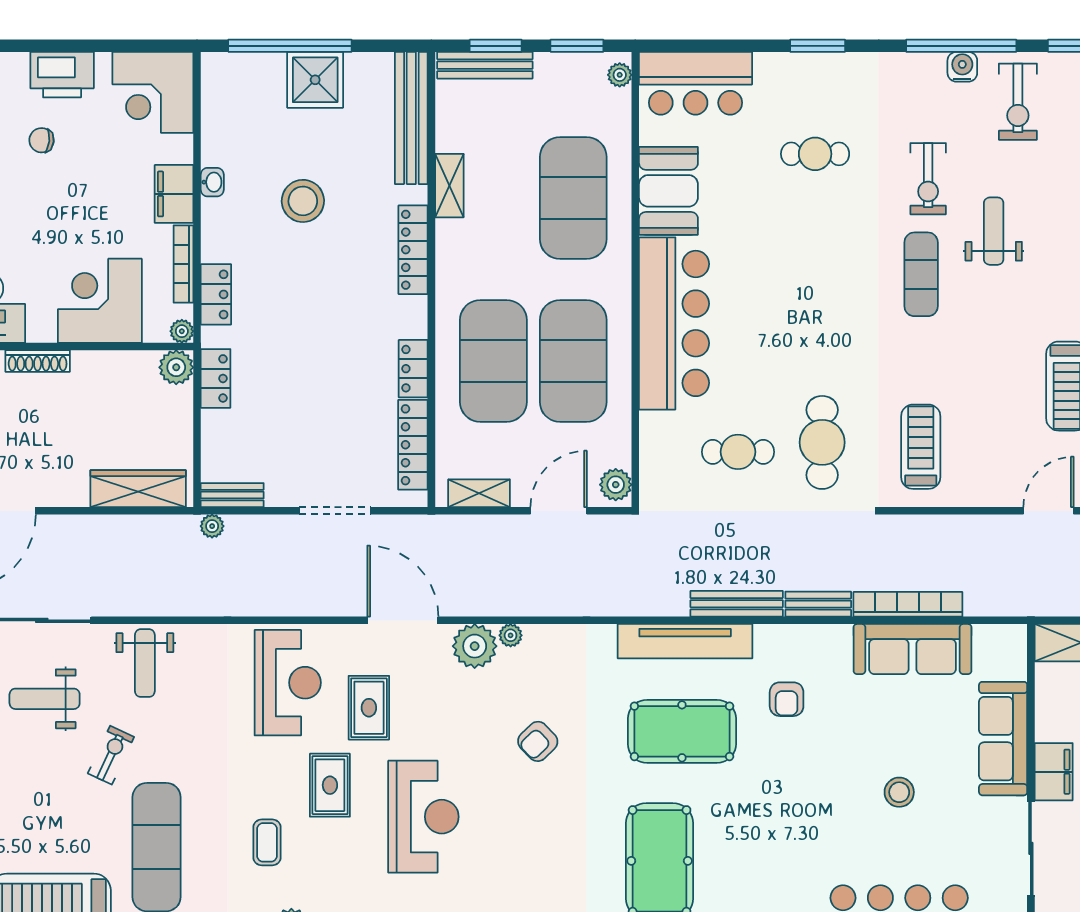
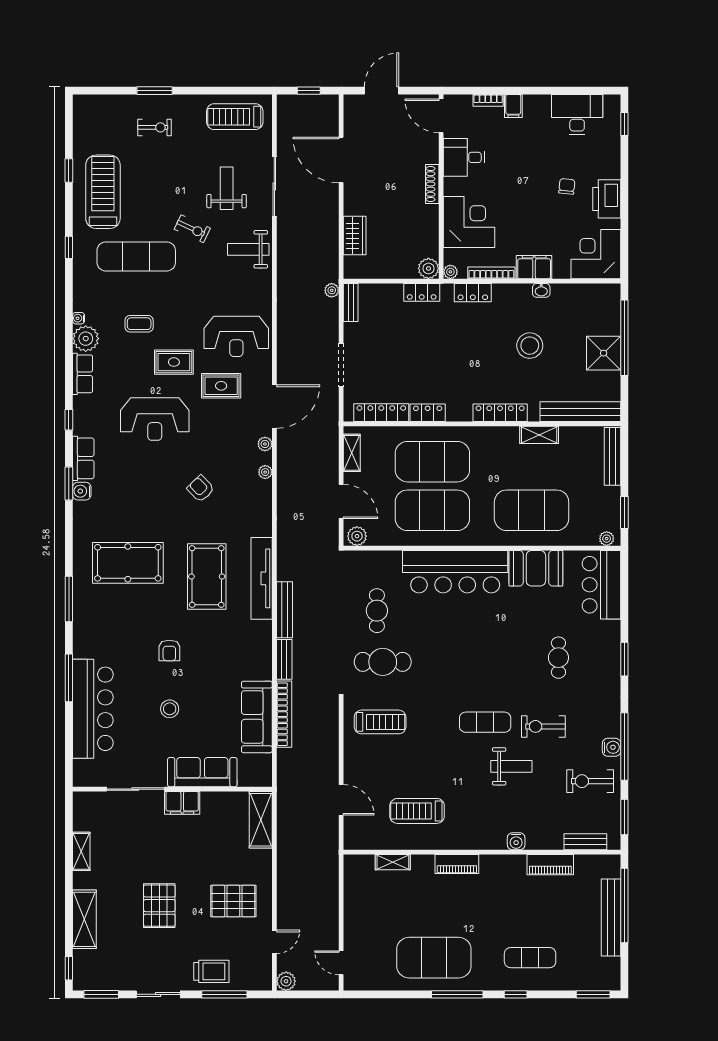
window: (496, 46) -> (624, 463), removed
wardrobe: (138, 489) -> (355, 236), width x0.67
plant: (475, 646) -> (265, 444), width x0.53, depth x0.53
armchair: (787, 699) -> (169, 651), moved, turned -90

